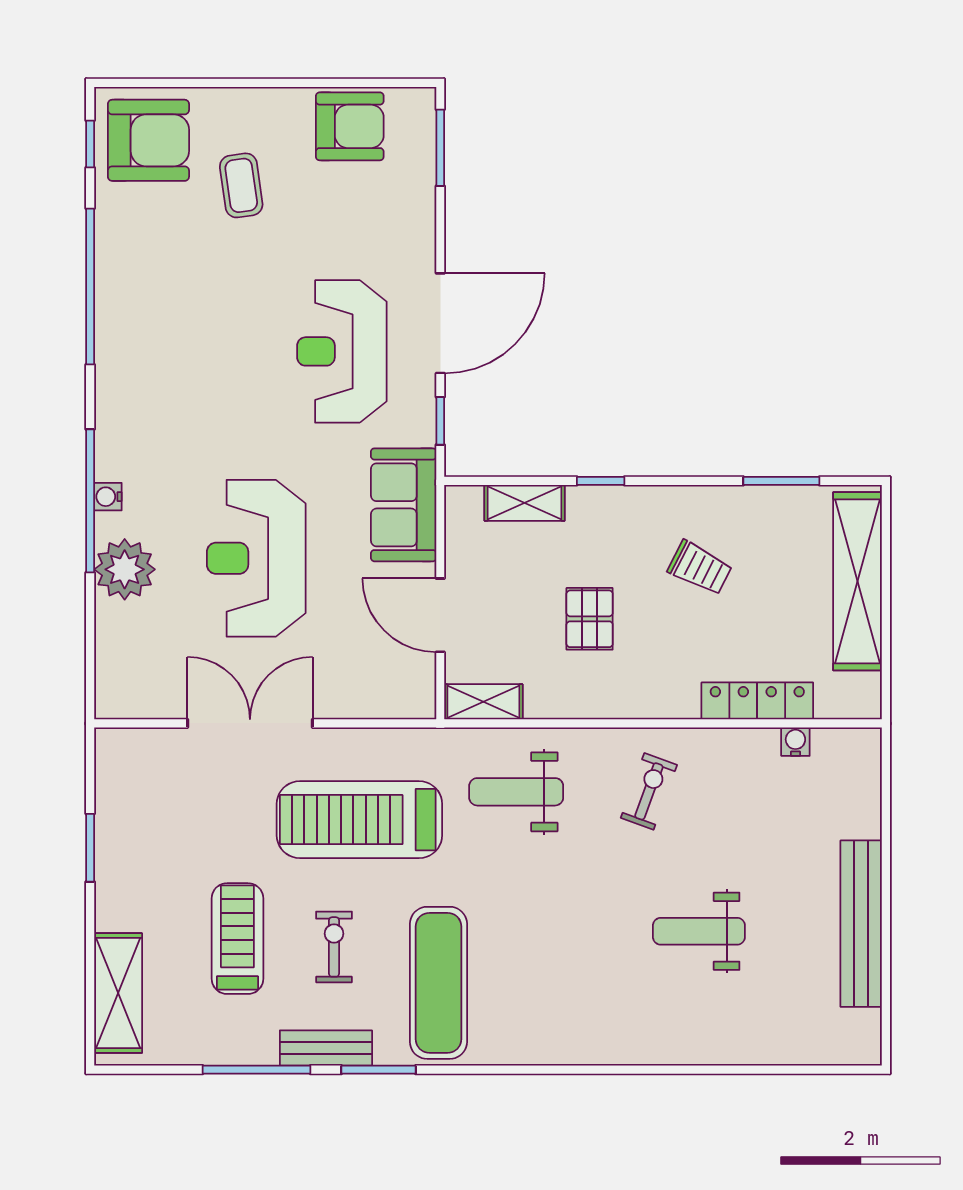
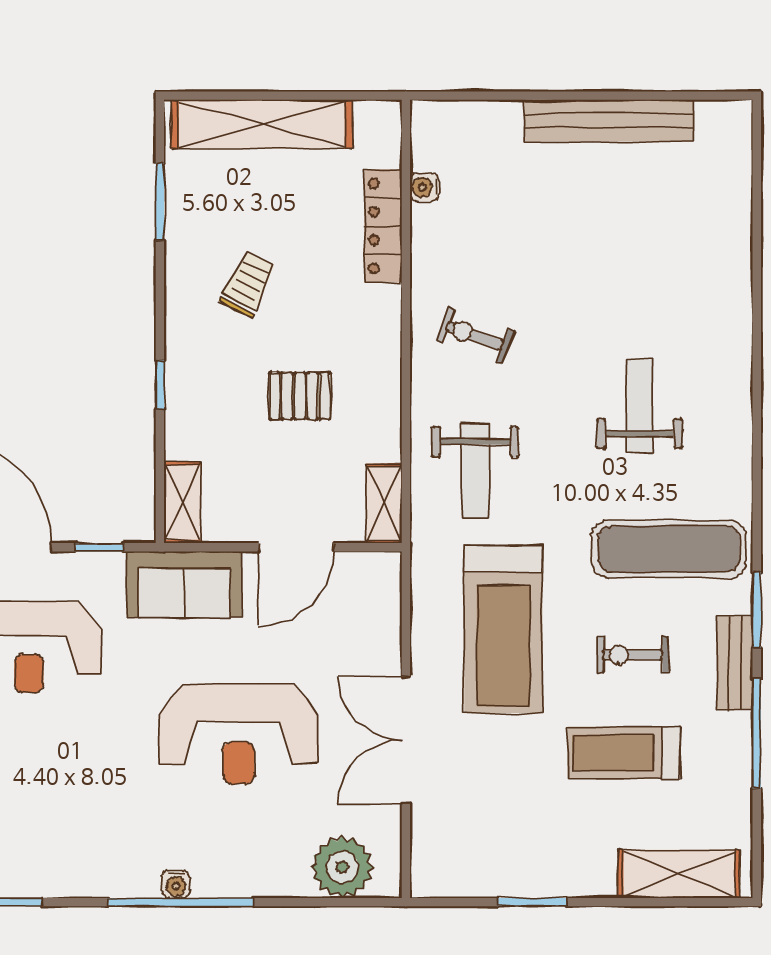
shelving: (525, 503) -> (182, 503), moved
plant: (125, 569) -> (342, 867), moved
weight bench: (699, 931) -> (639, 406), moved, turned 180

